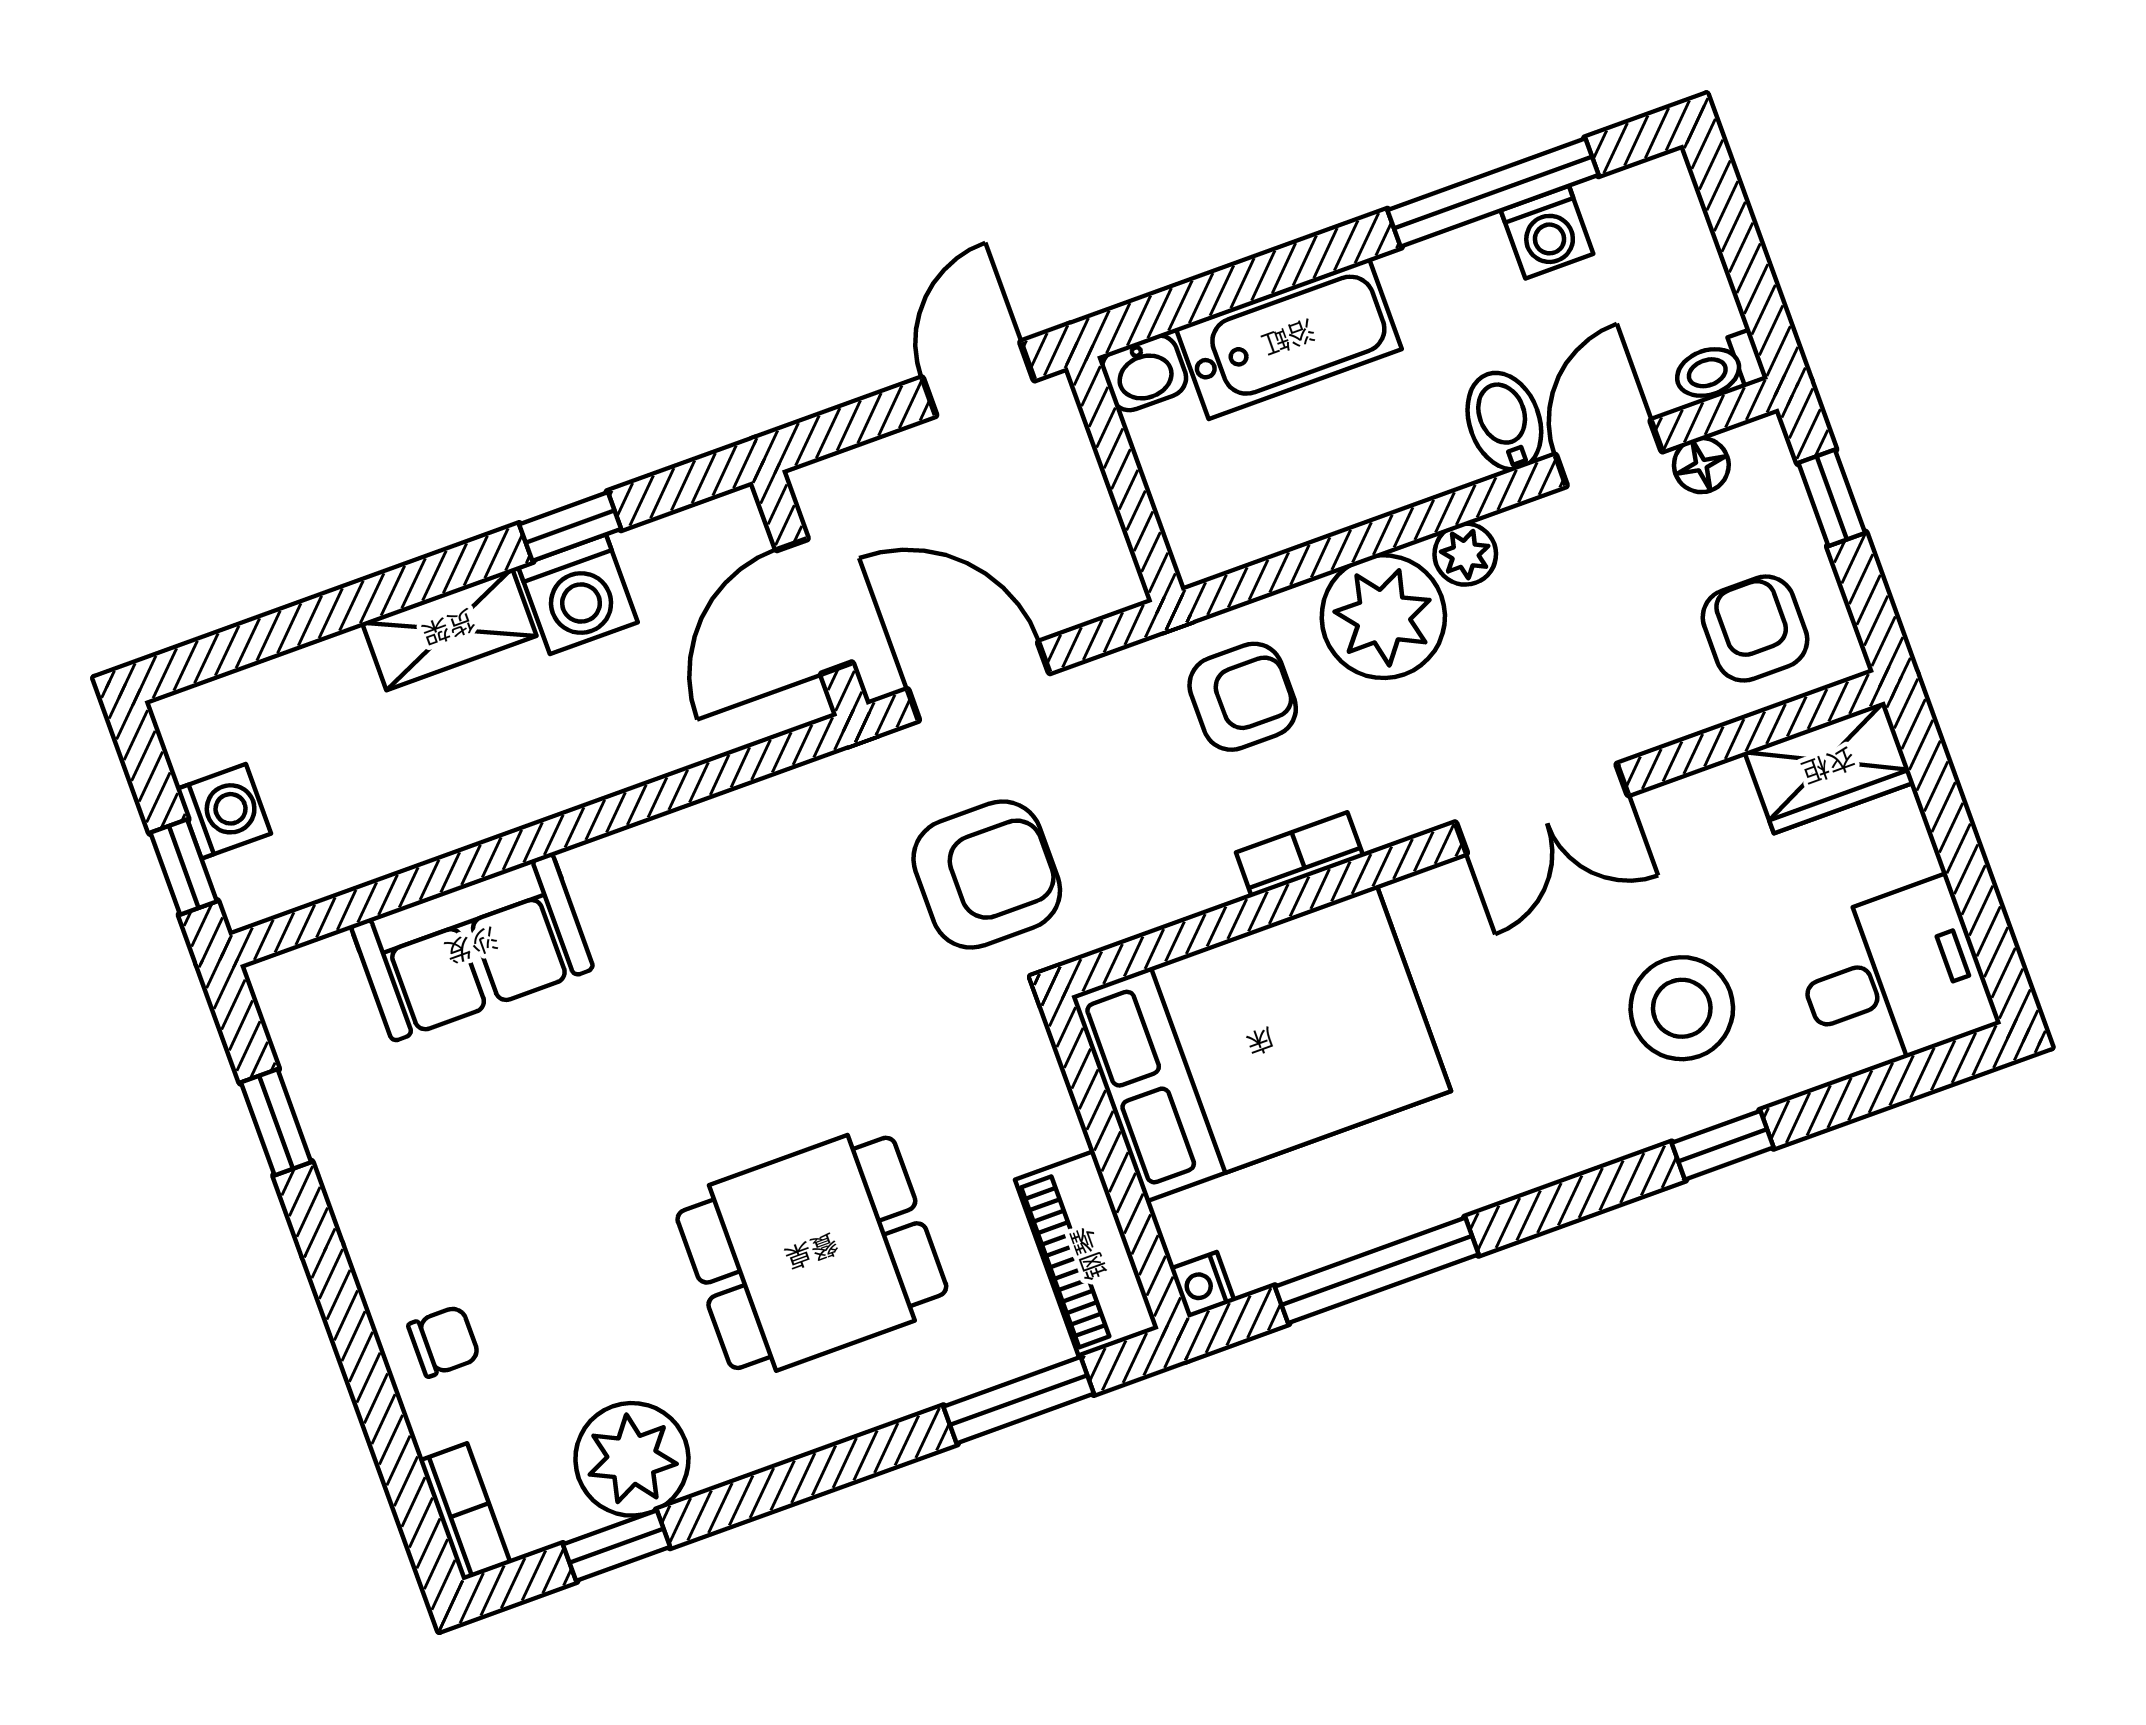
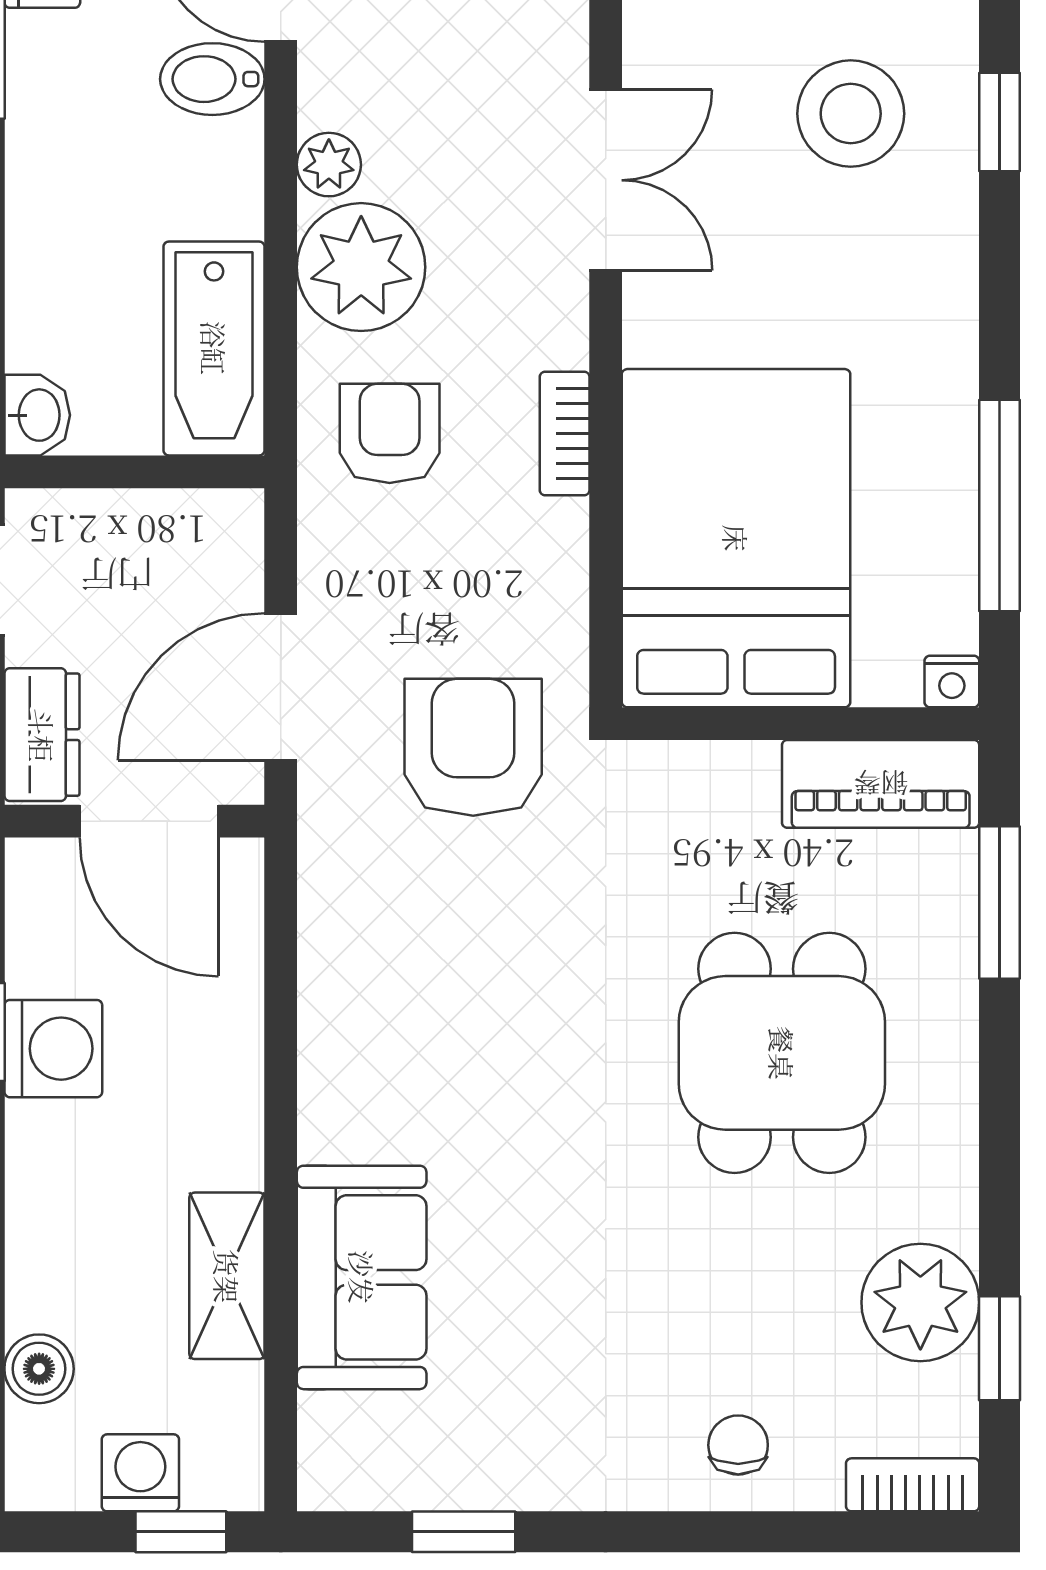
bathtub: (1289, 339) -> (214, 348), moved, turned 180
dresser: (857, 481) -> (42, 735), added
shelving: (449, 629) -> (227, 1276), moved
boiler: (284, 686) -> (39, 1369), added

